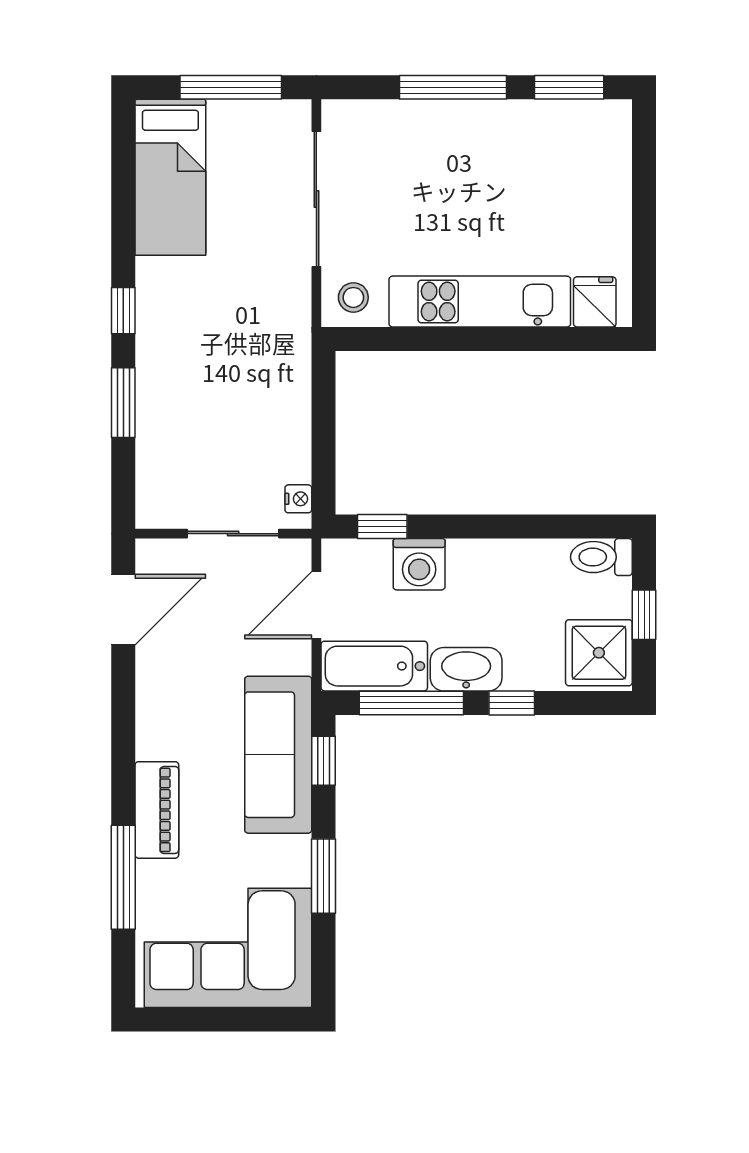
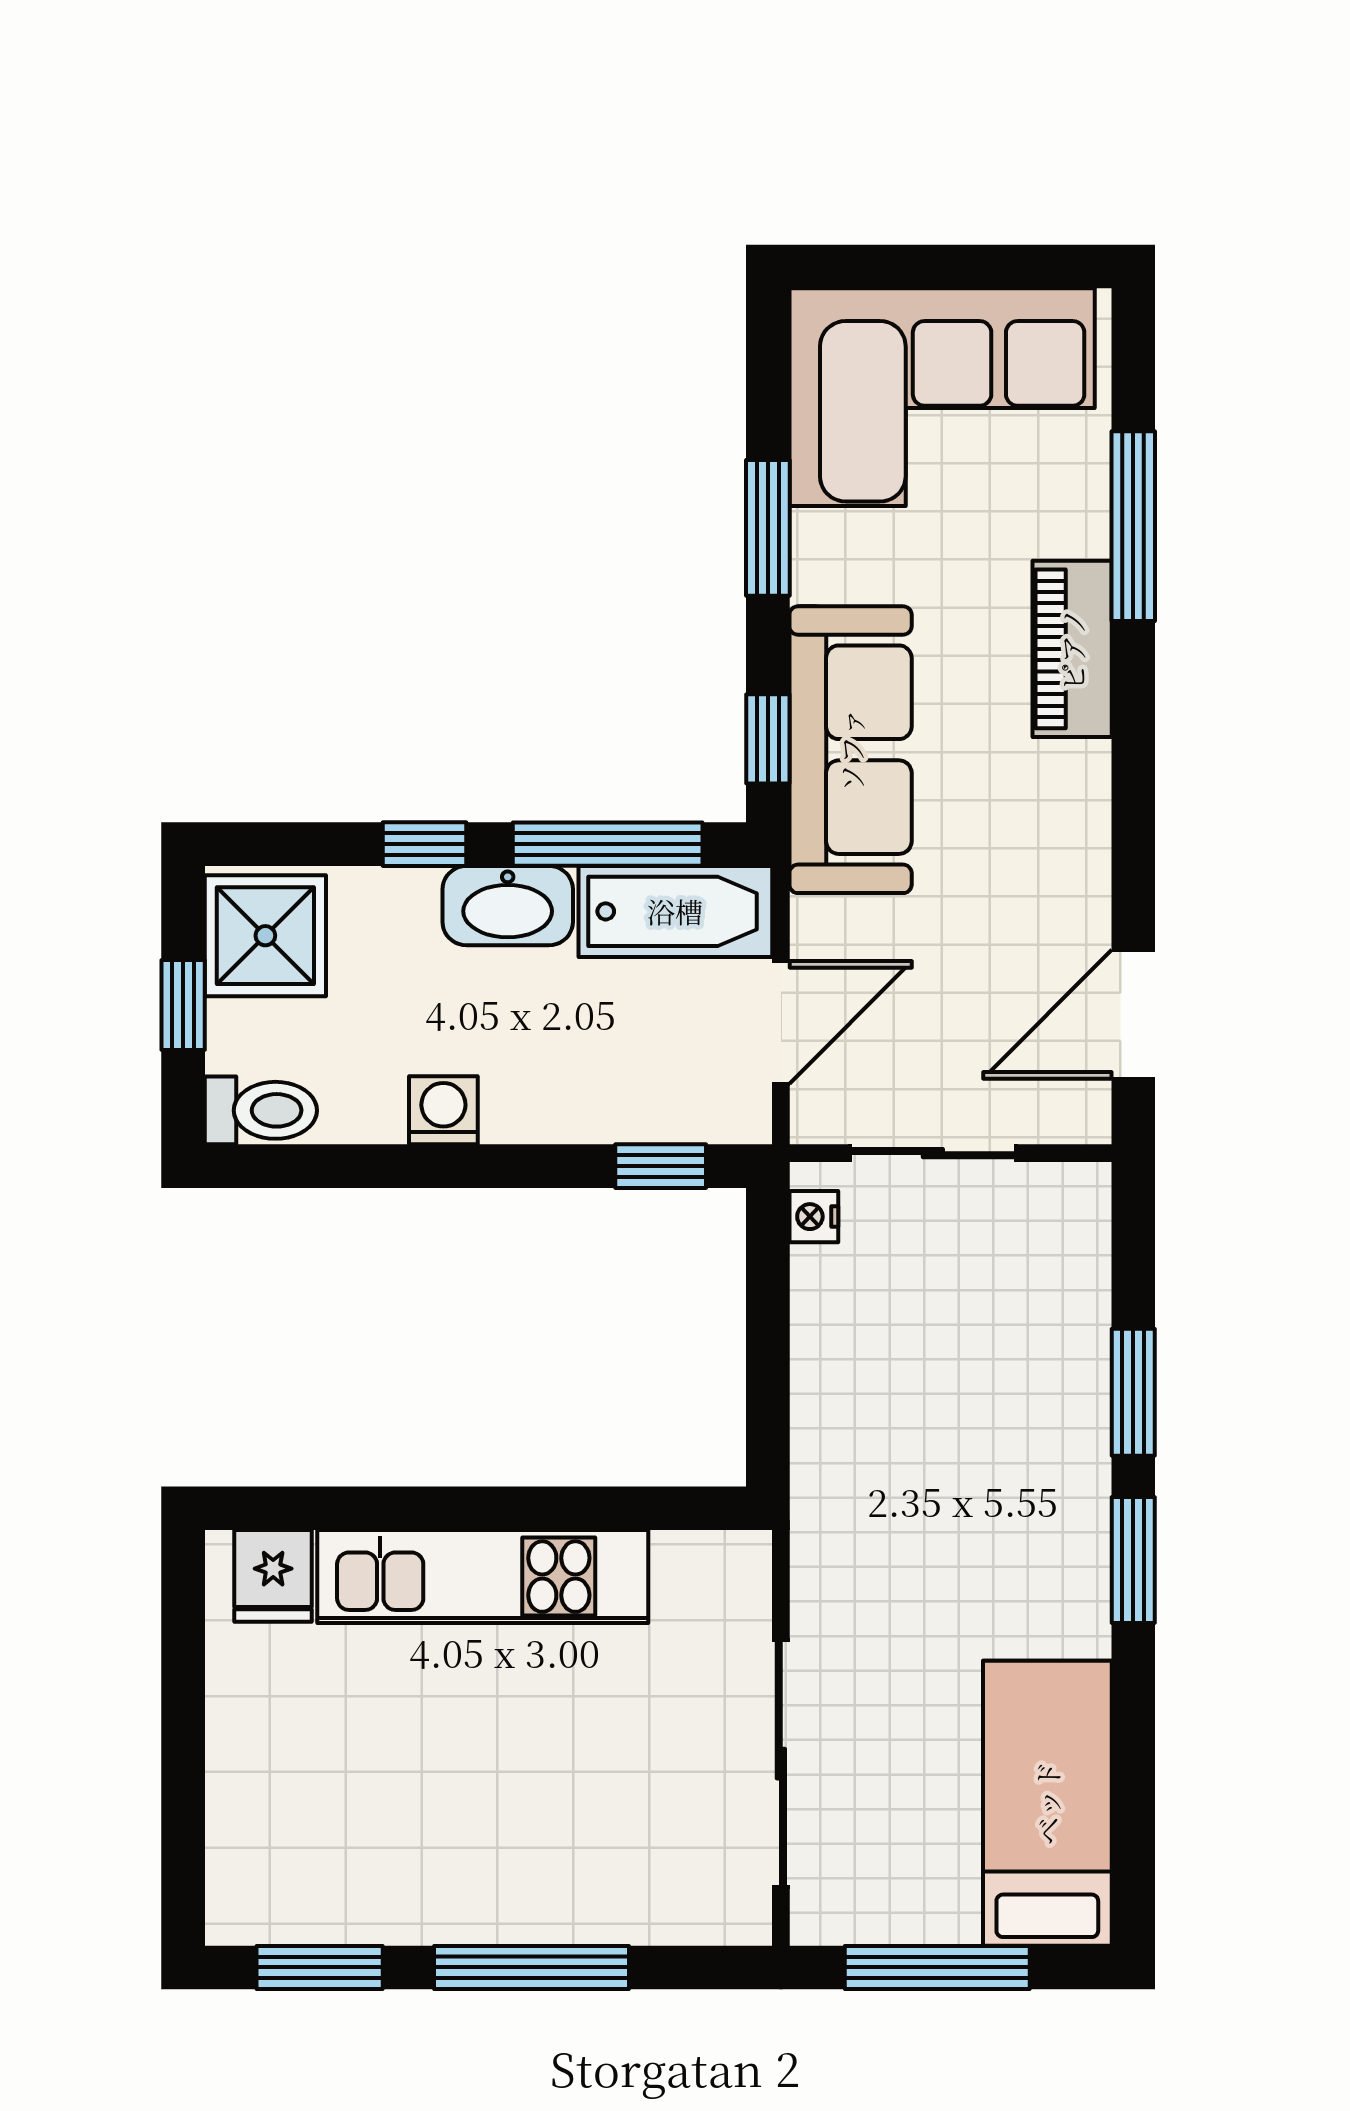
stool: (353, 297) -> (713, 1584), removed
window: (123, 311) -> (1133, 1560), width x1.50
washing machine: (419, 564) -> (443, 1110), moved, width x0.73, depth x0.73

